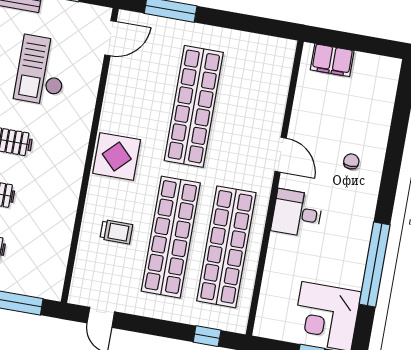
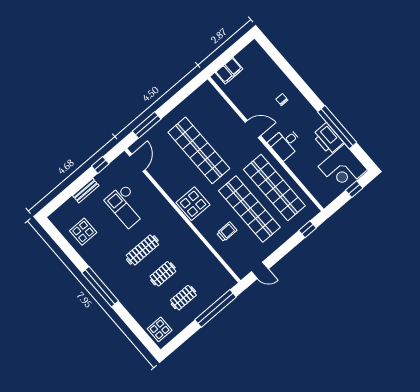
printer: (349, 265) -> (328, 139), added

